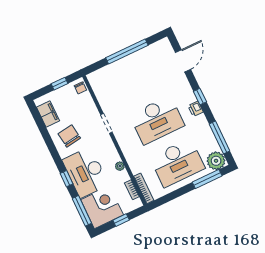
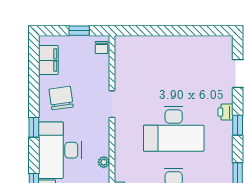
window: (127, 51) -> (177, 31), removed
printer: (196, 109) -> (226, 112), moved
window: (66, 179) -> (34, 127), moved

